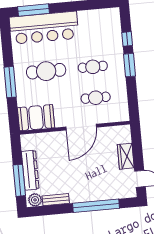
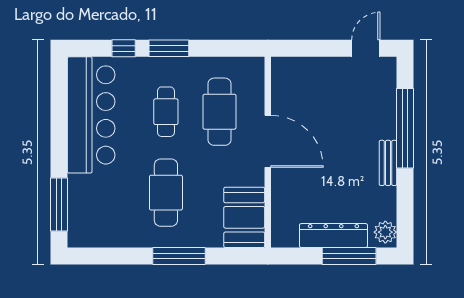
bar counter: (44, 28) -> (91, 115), moved
cafe table: (96, 98) -> (219, 112), width x1.37, depth x1.35
wardrobe: (126, 156) -> (325, 69), removed
bench: (56, 200) -> (388, 163), moved

